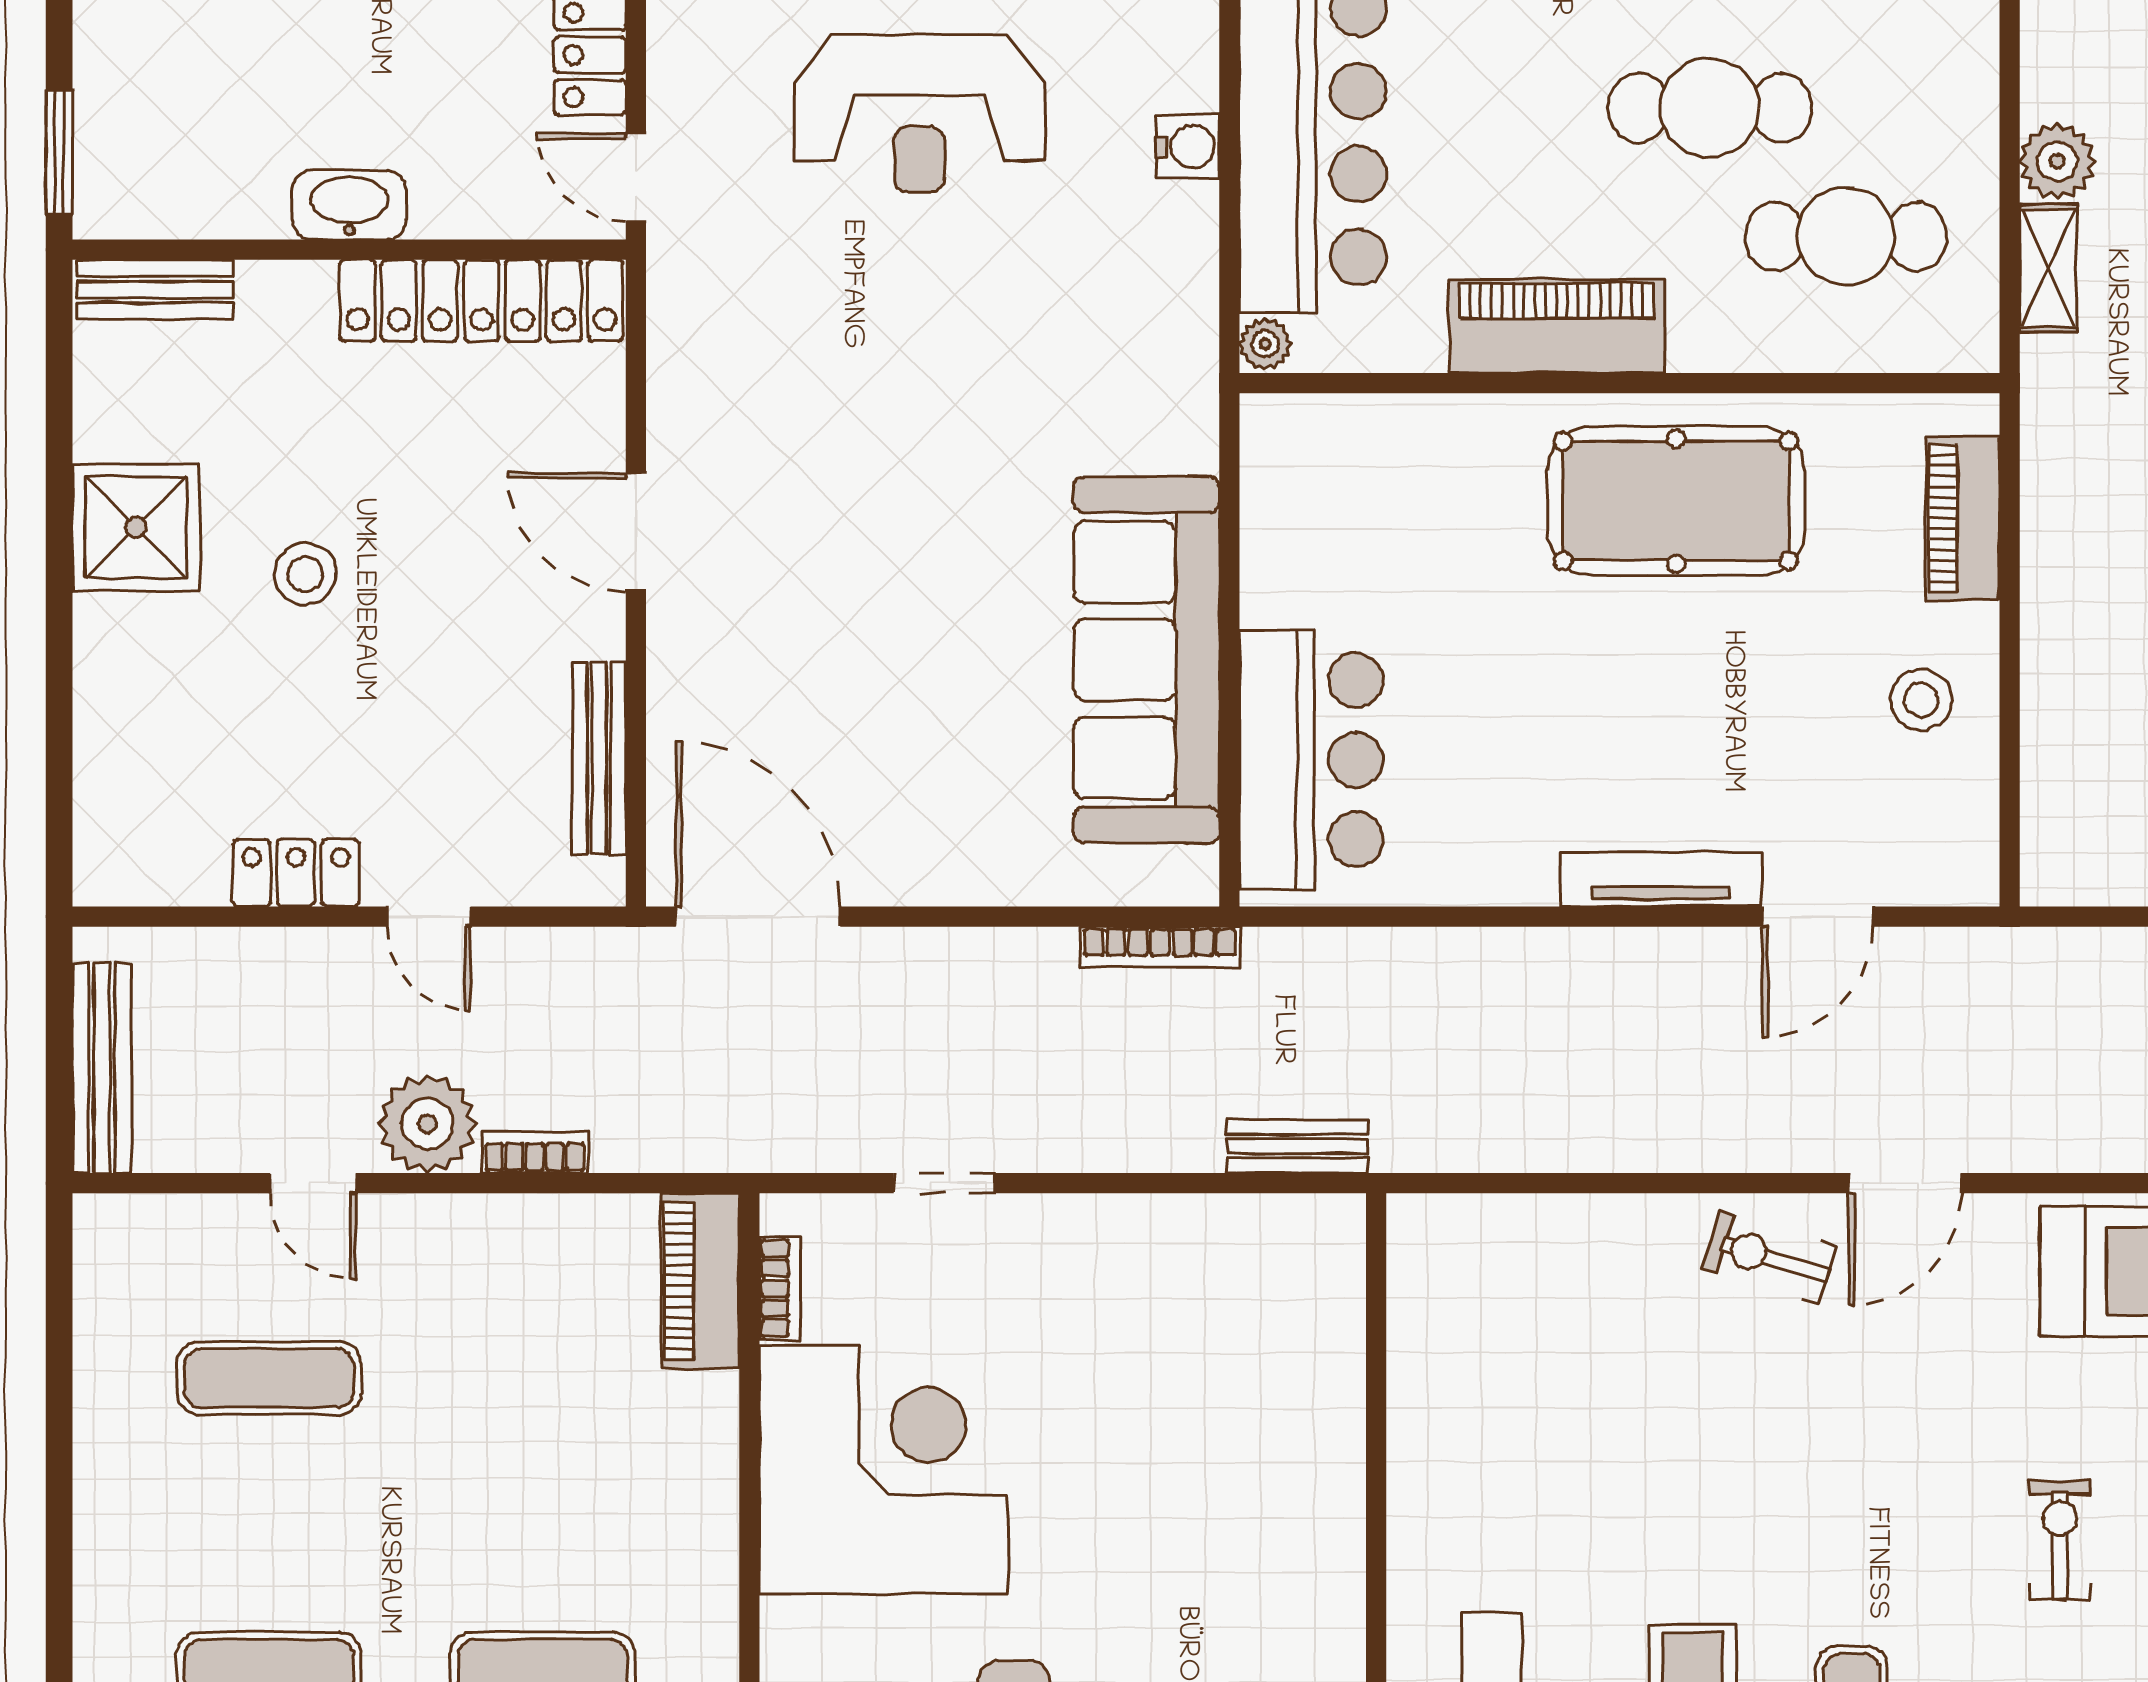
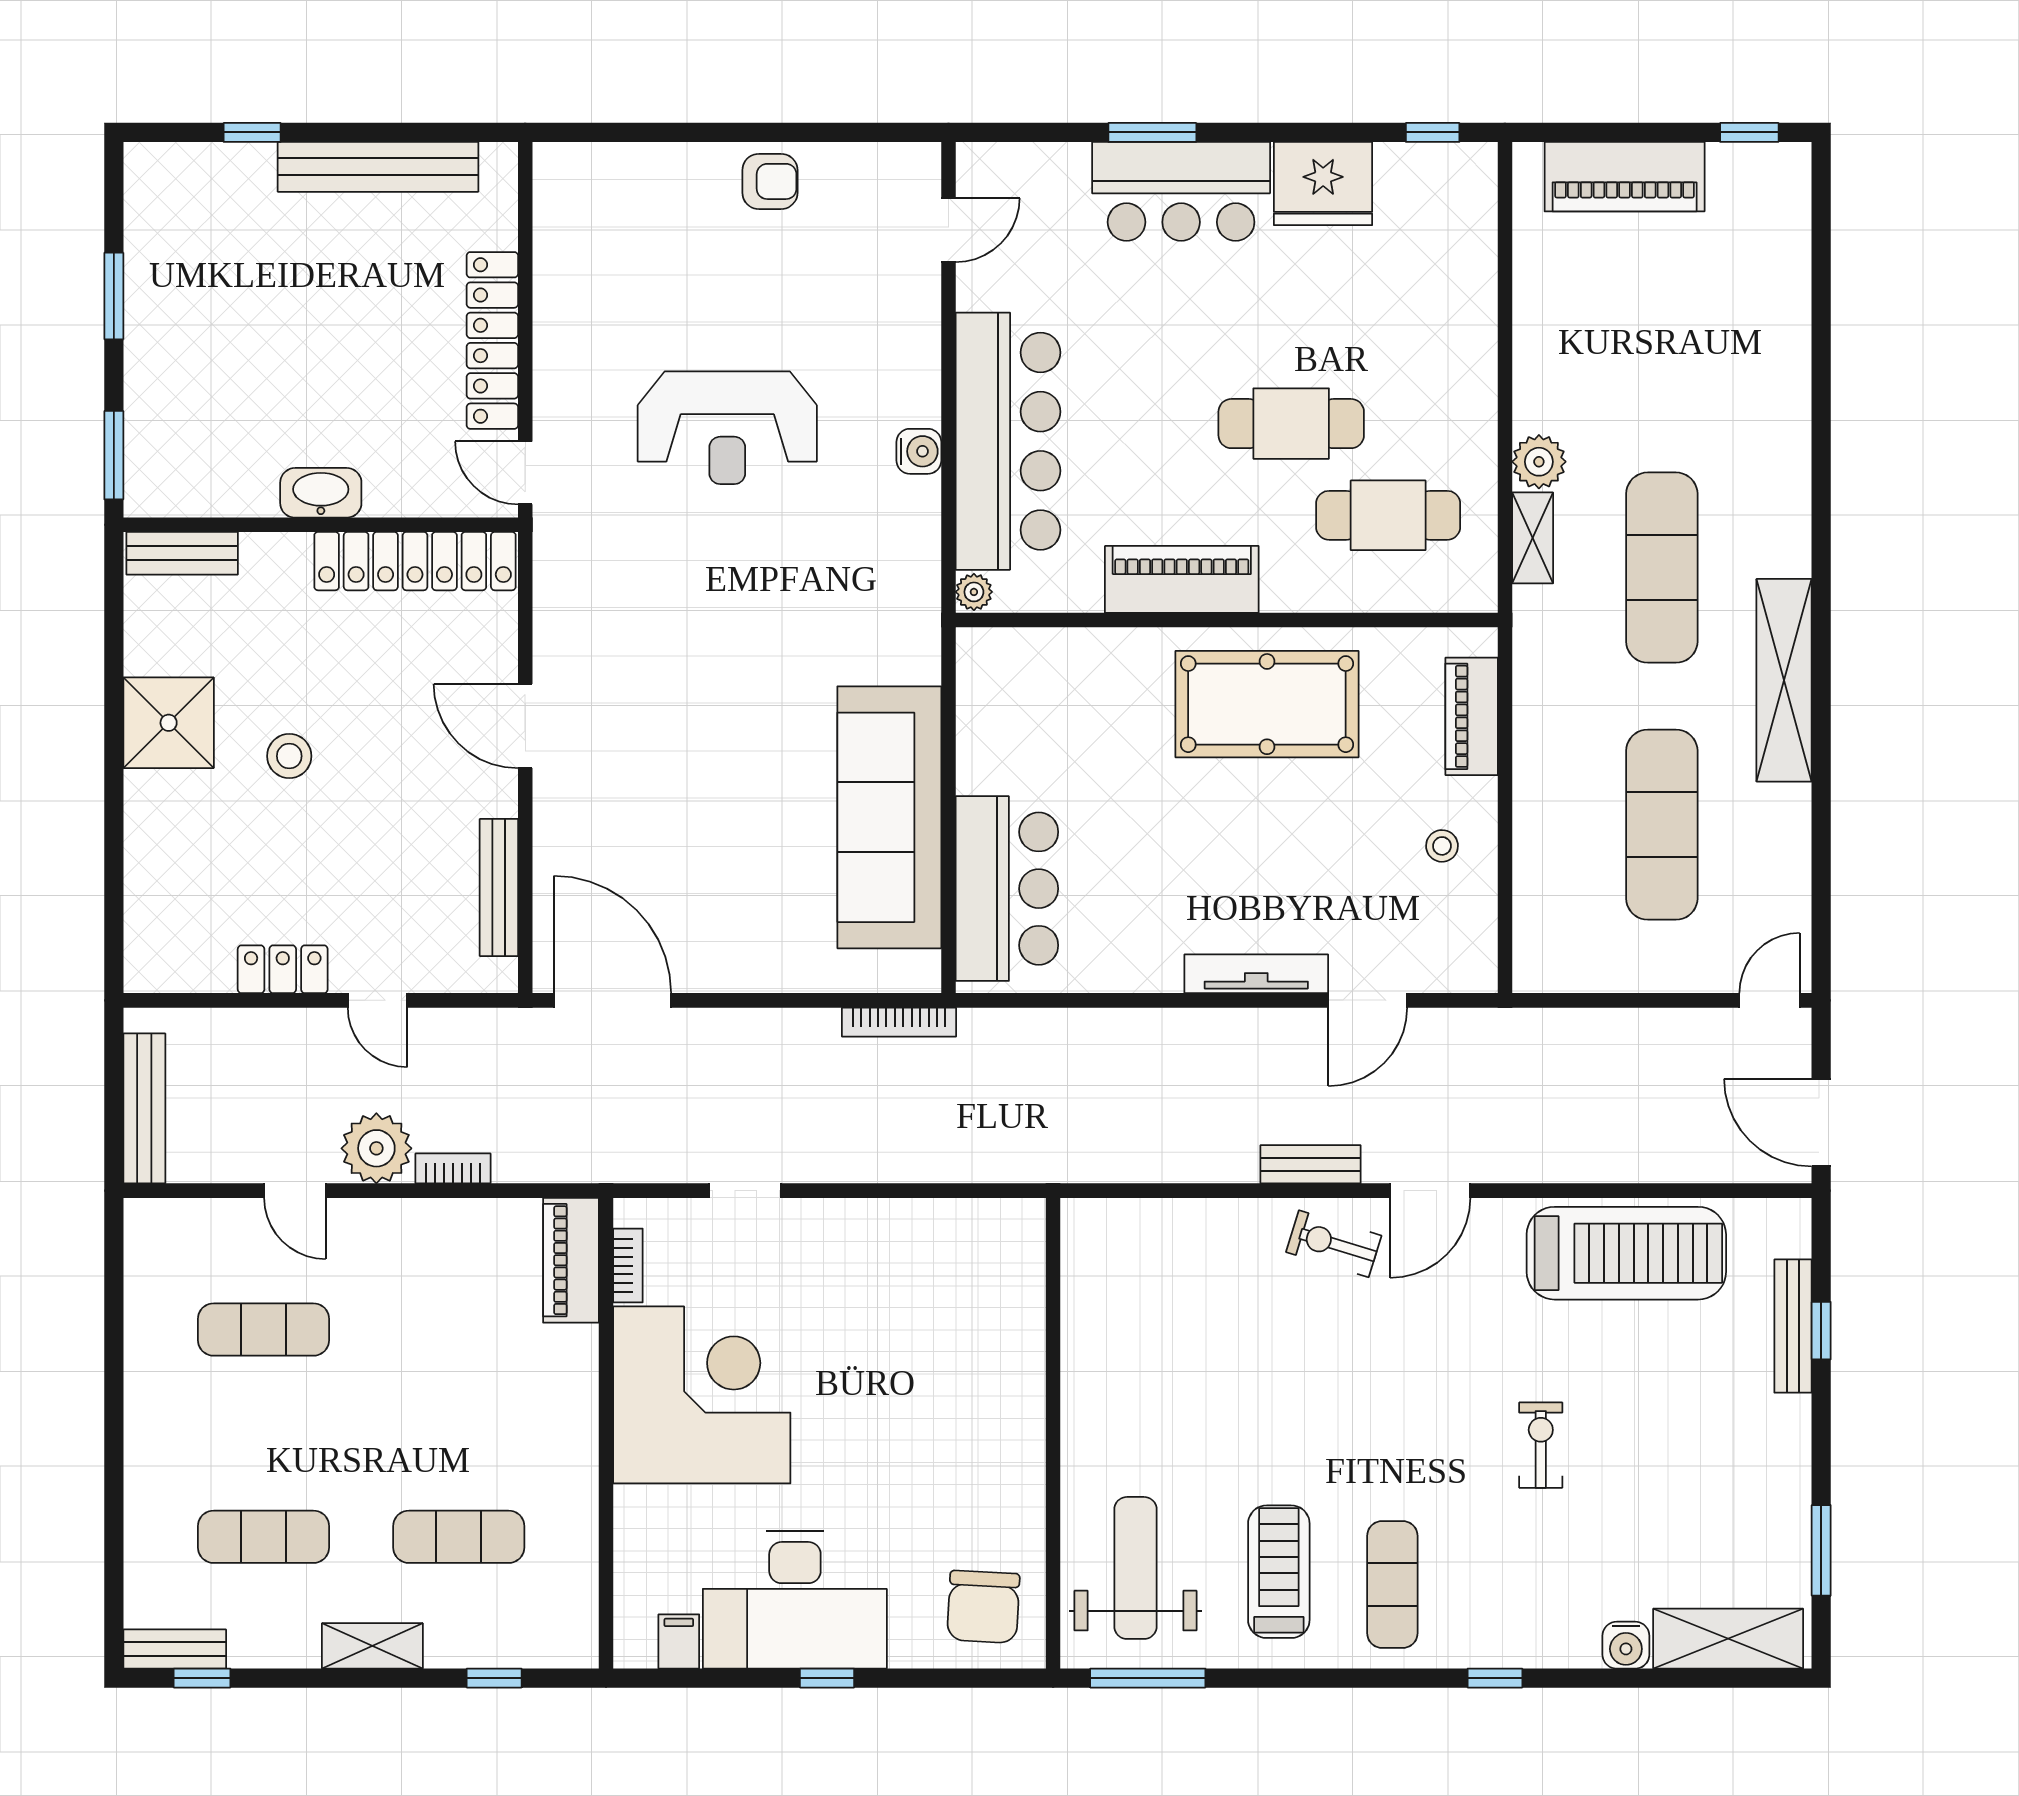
stool: (1921, 700) -> (1442, 846), width x0.73, depth x0.73
bench: (1297, 1146) -> (1310, 1164), moved

